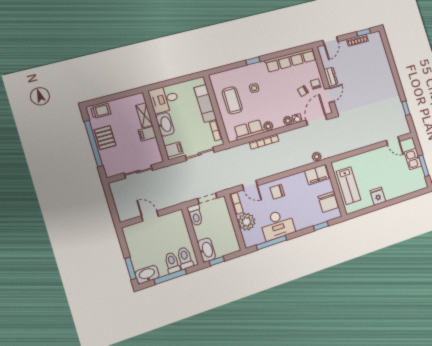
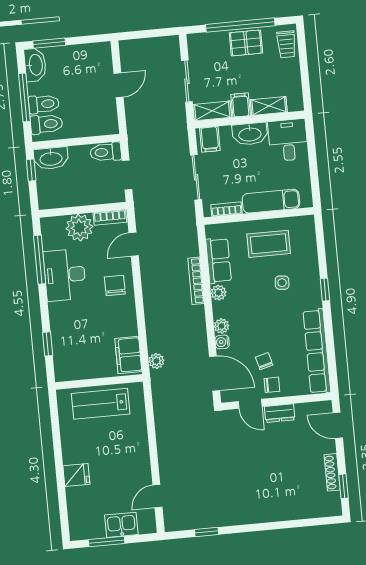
shelving: (155, 151) -> (212, 111), added
fridge: (378, 196) -> (76, 475), moved
chair: (328, 202) -> (82, 364), removed

